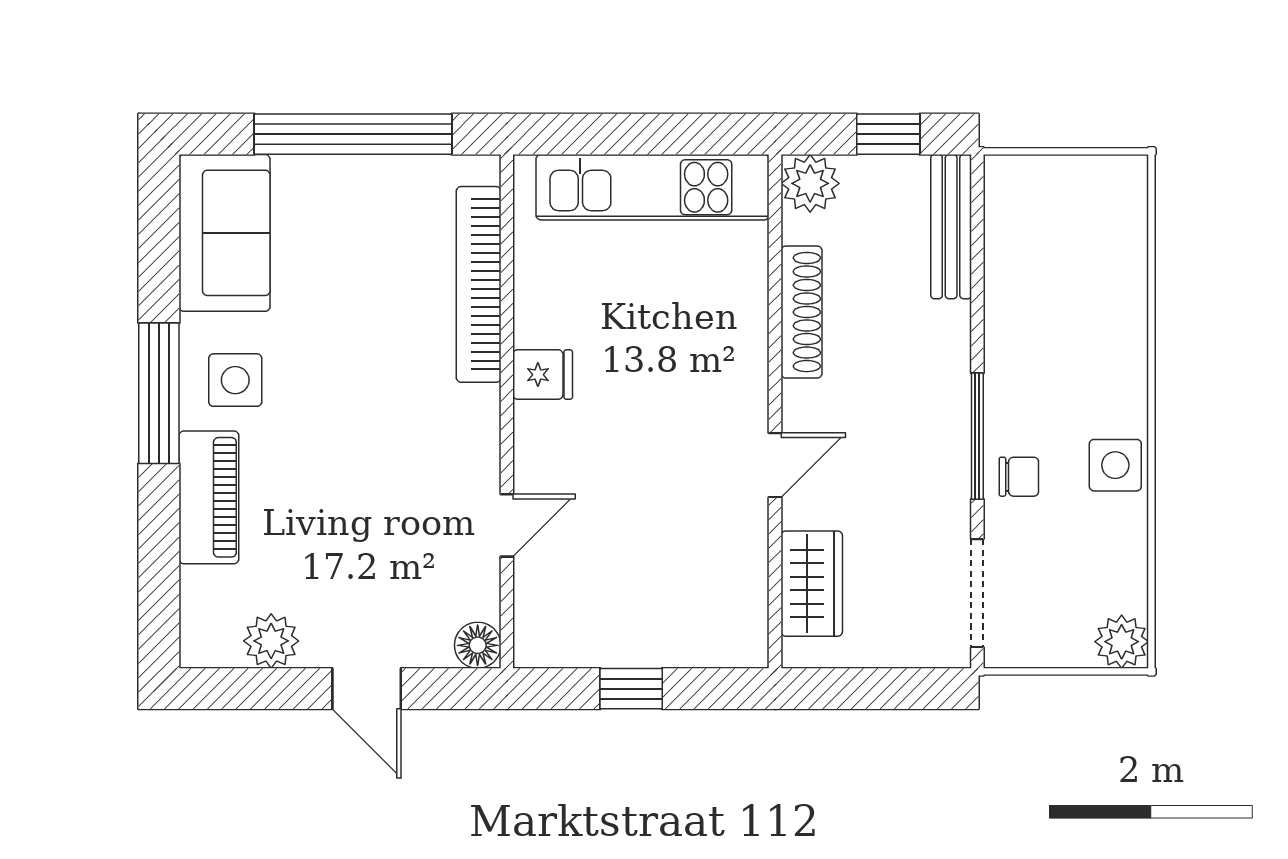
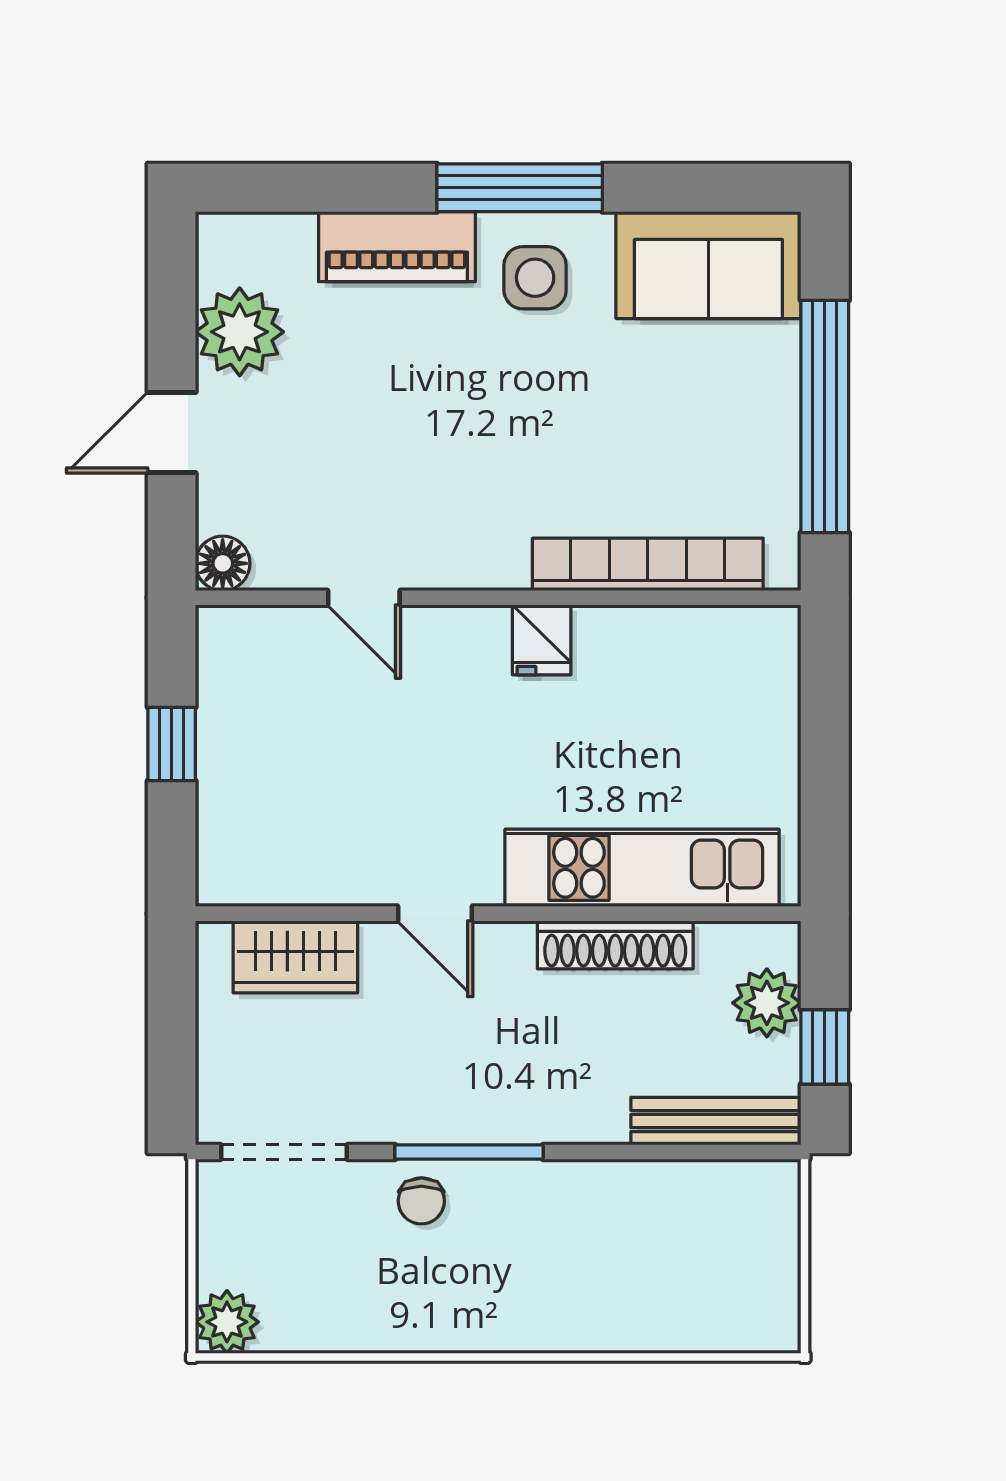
plant: (810, 183) -> (767, 1003), moved
kitchen unit: (653, 187) -> (642, 868), moved, turned 90
side table: (1115, 465) -> (435, 1315), removed
plant: (271, 641) -> (240, 332), width x1.36, depth x1.36

